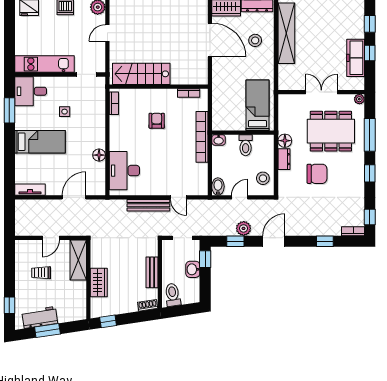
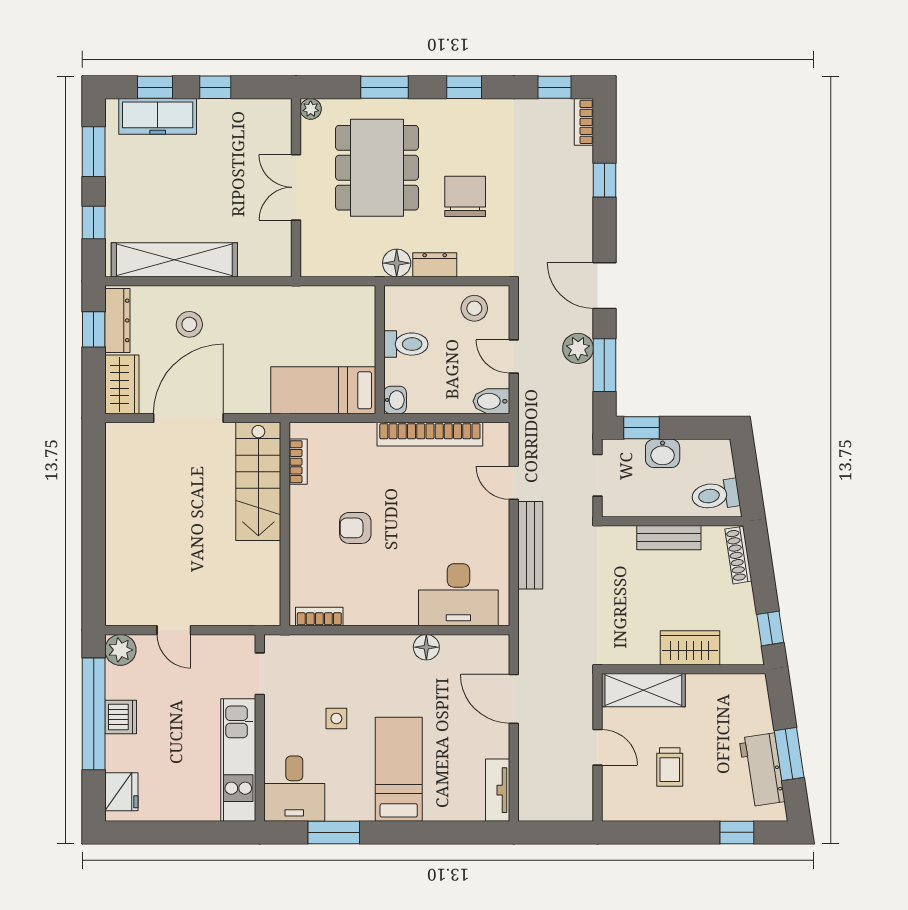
freezer: (356, 58) -> (158, 116), moved
stairs: (141, 74) -> (258, 481), moved
bed: (257, 105) -> (323, 390), moved
window: (370, 135) -> (385, 87), width x0.69
bookcase: (202, 137) -> (430, 434), moved
door: (179, 197) -> (514, 483), swing flipped
window: (235, 241) -> (604, 365), width x1.50
shoe rack: (148, 305) -> (738, 555), width x1.43

